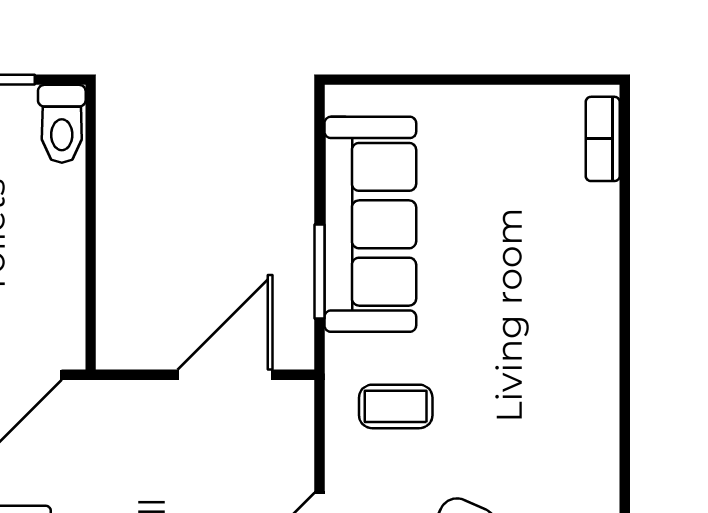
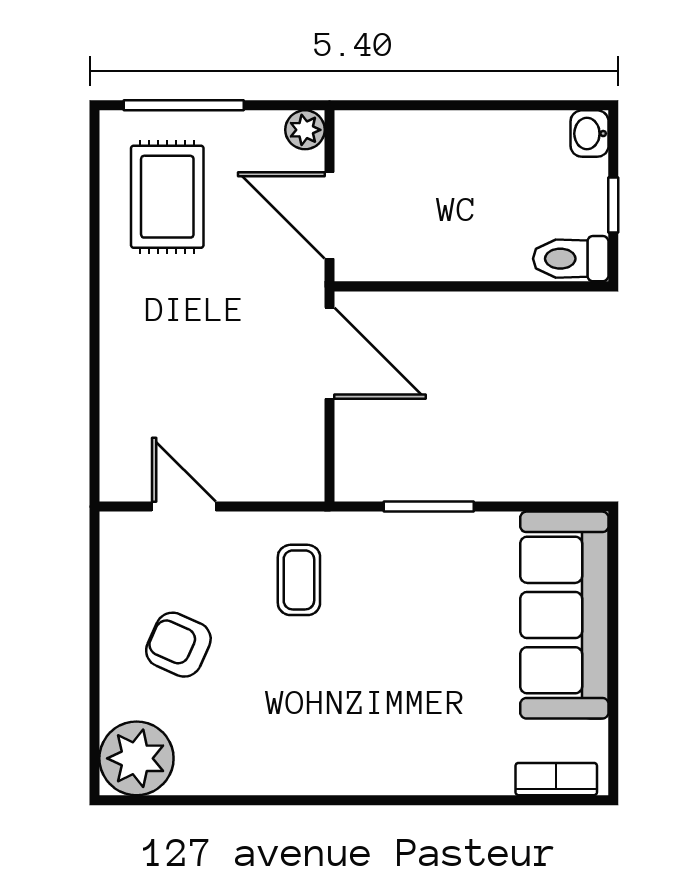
sofa: (370, 224) -> (564, 615), moved, turned 90
door: (225, 375) -> (329, 353), moved

